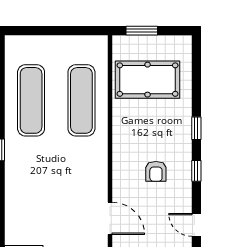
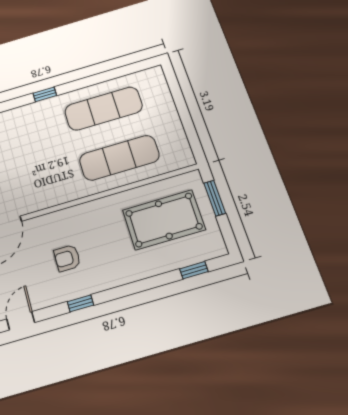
pool table: (148, 80) -> (164, 220), turned 90
window: (196, 128) -> (194, 270), moved

